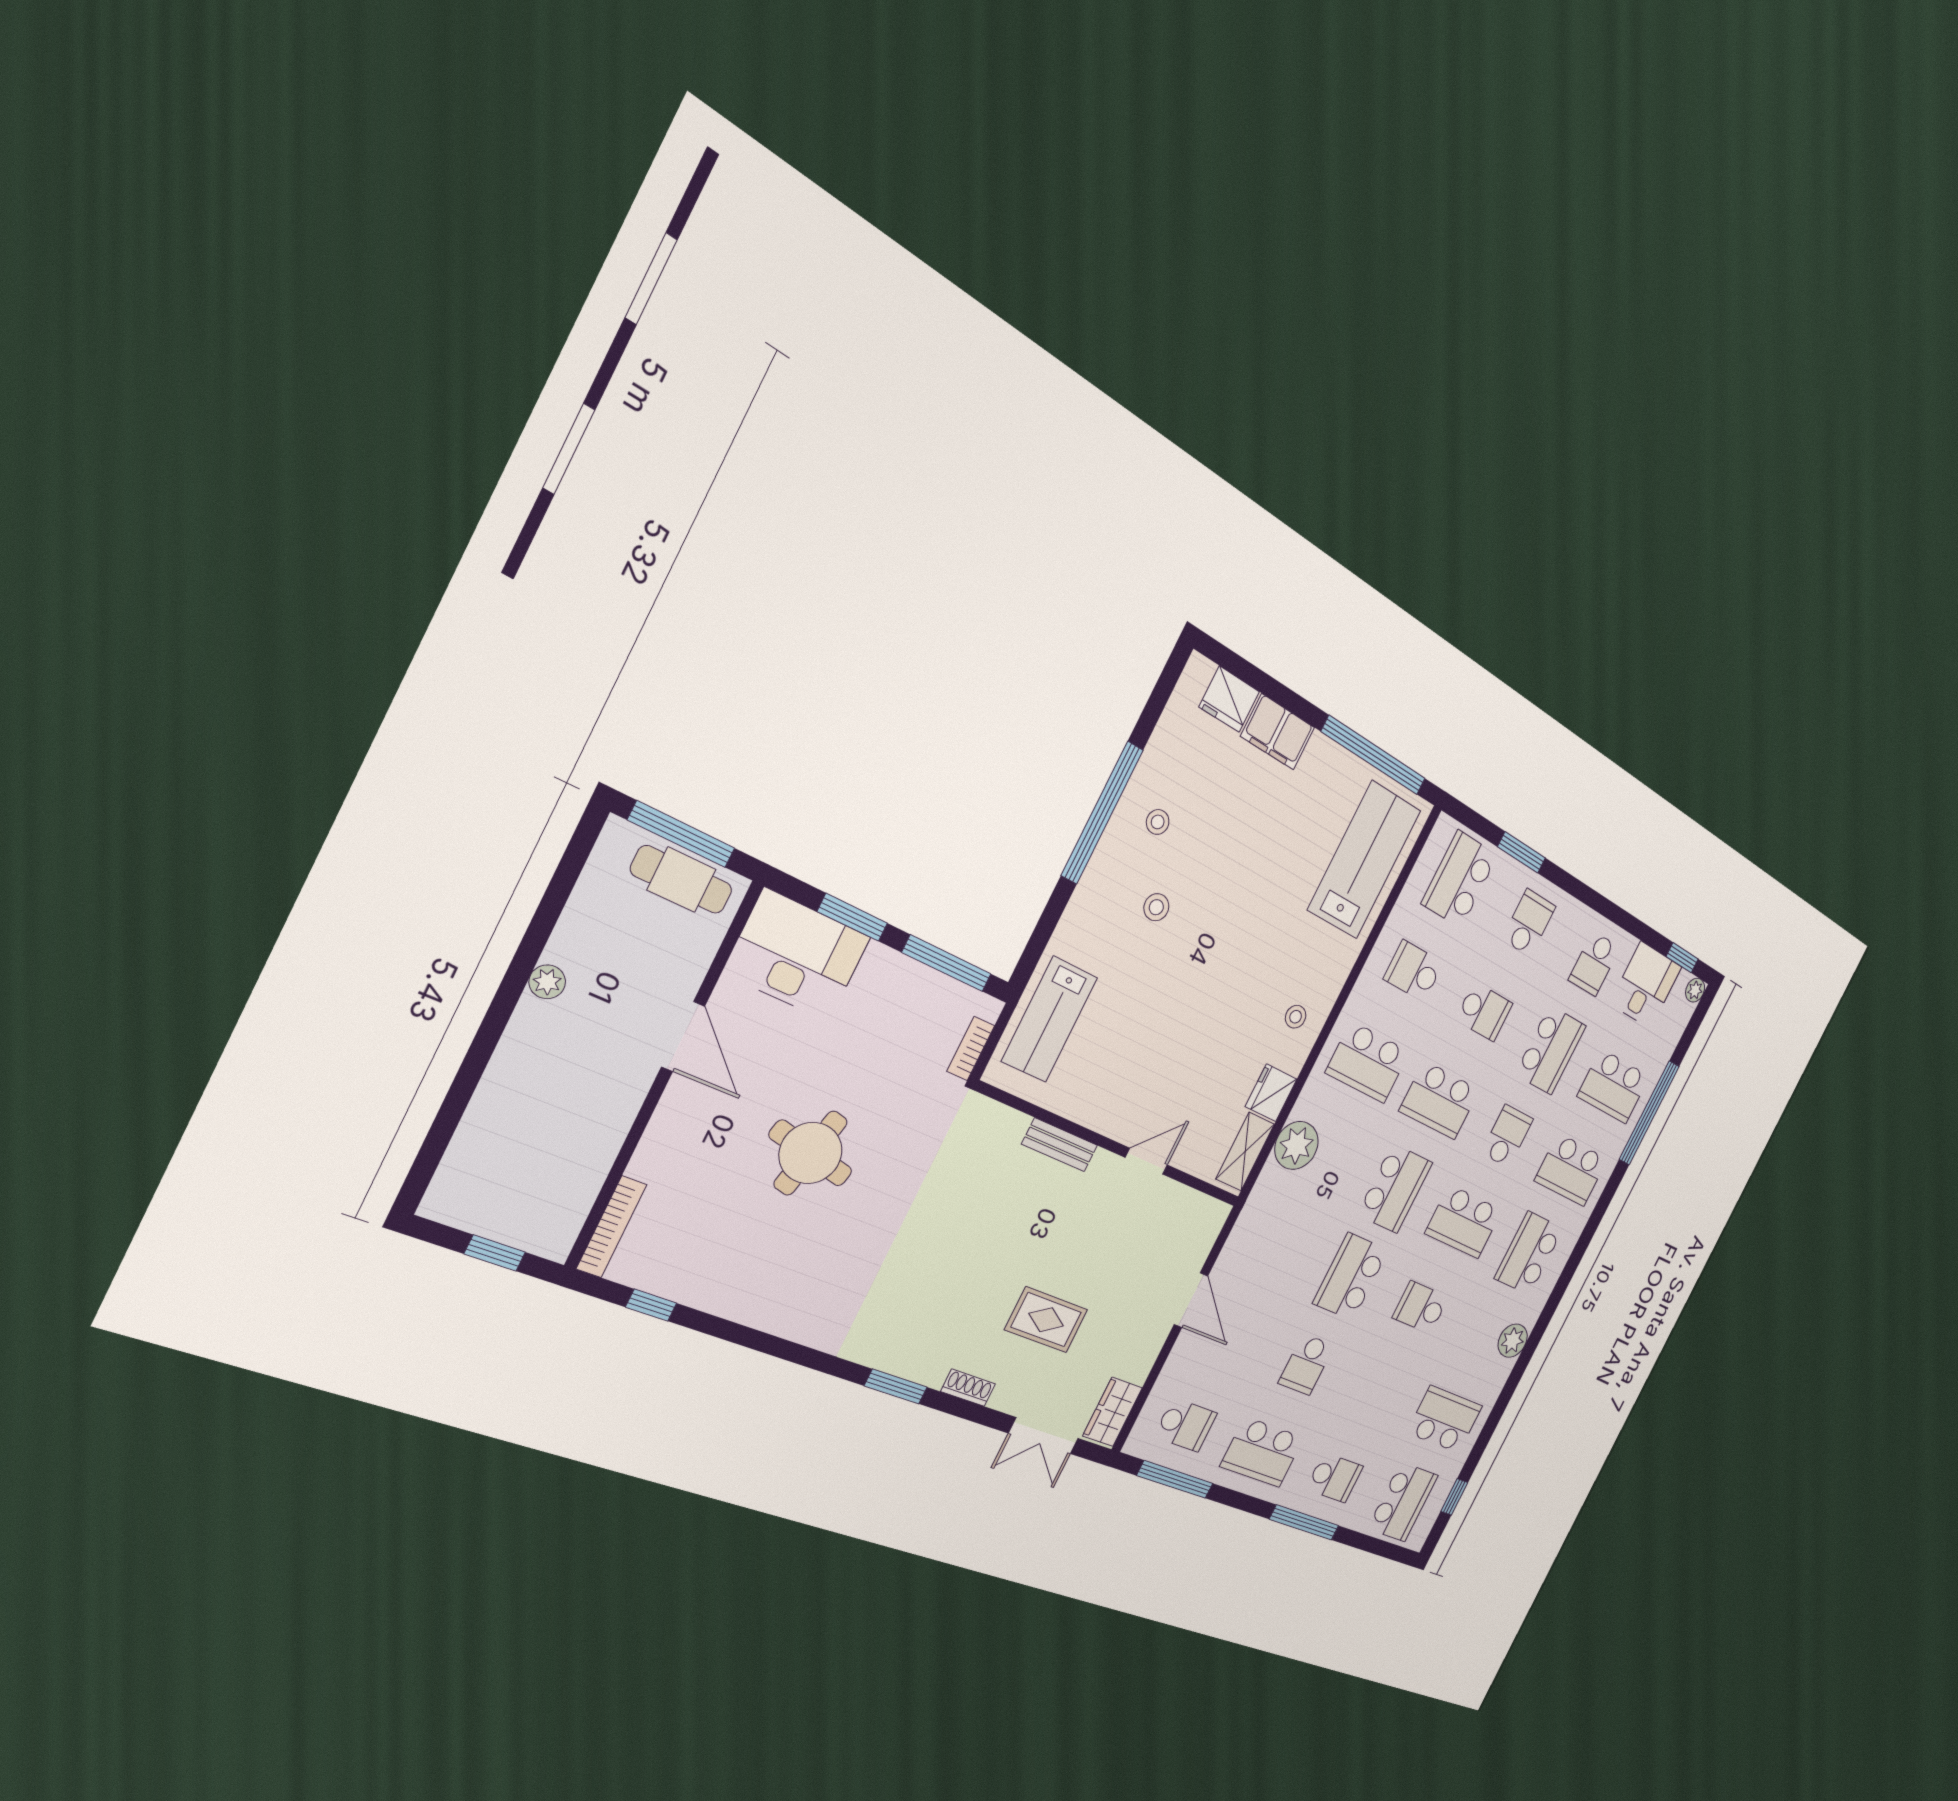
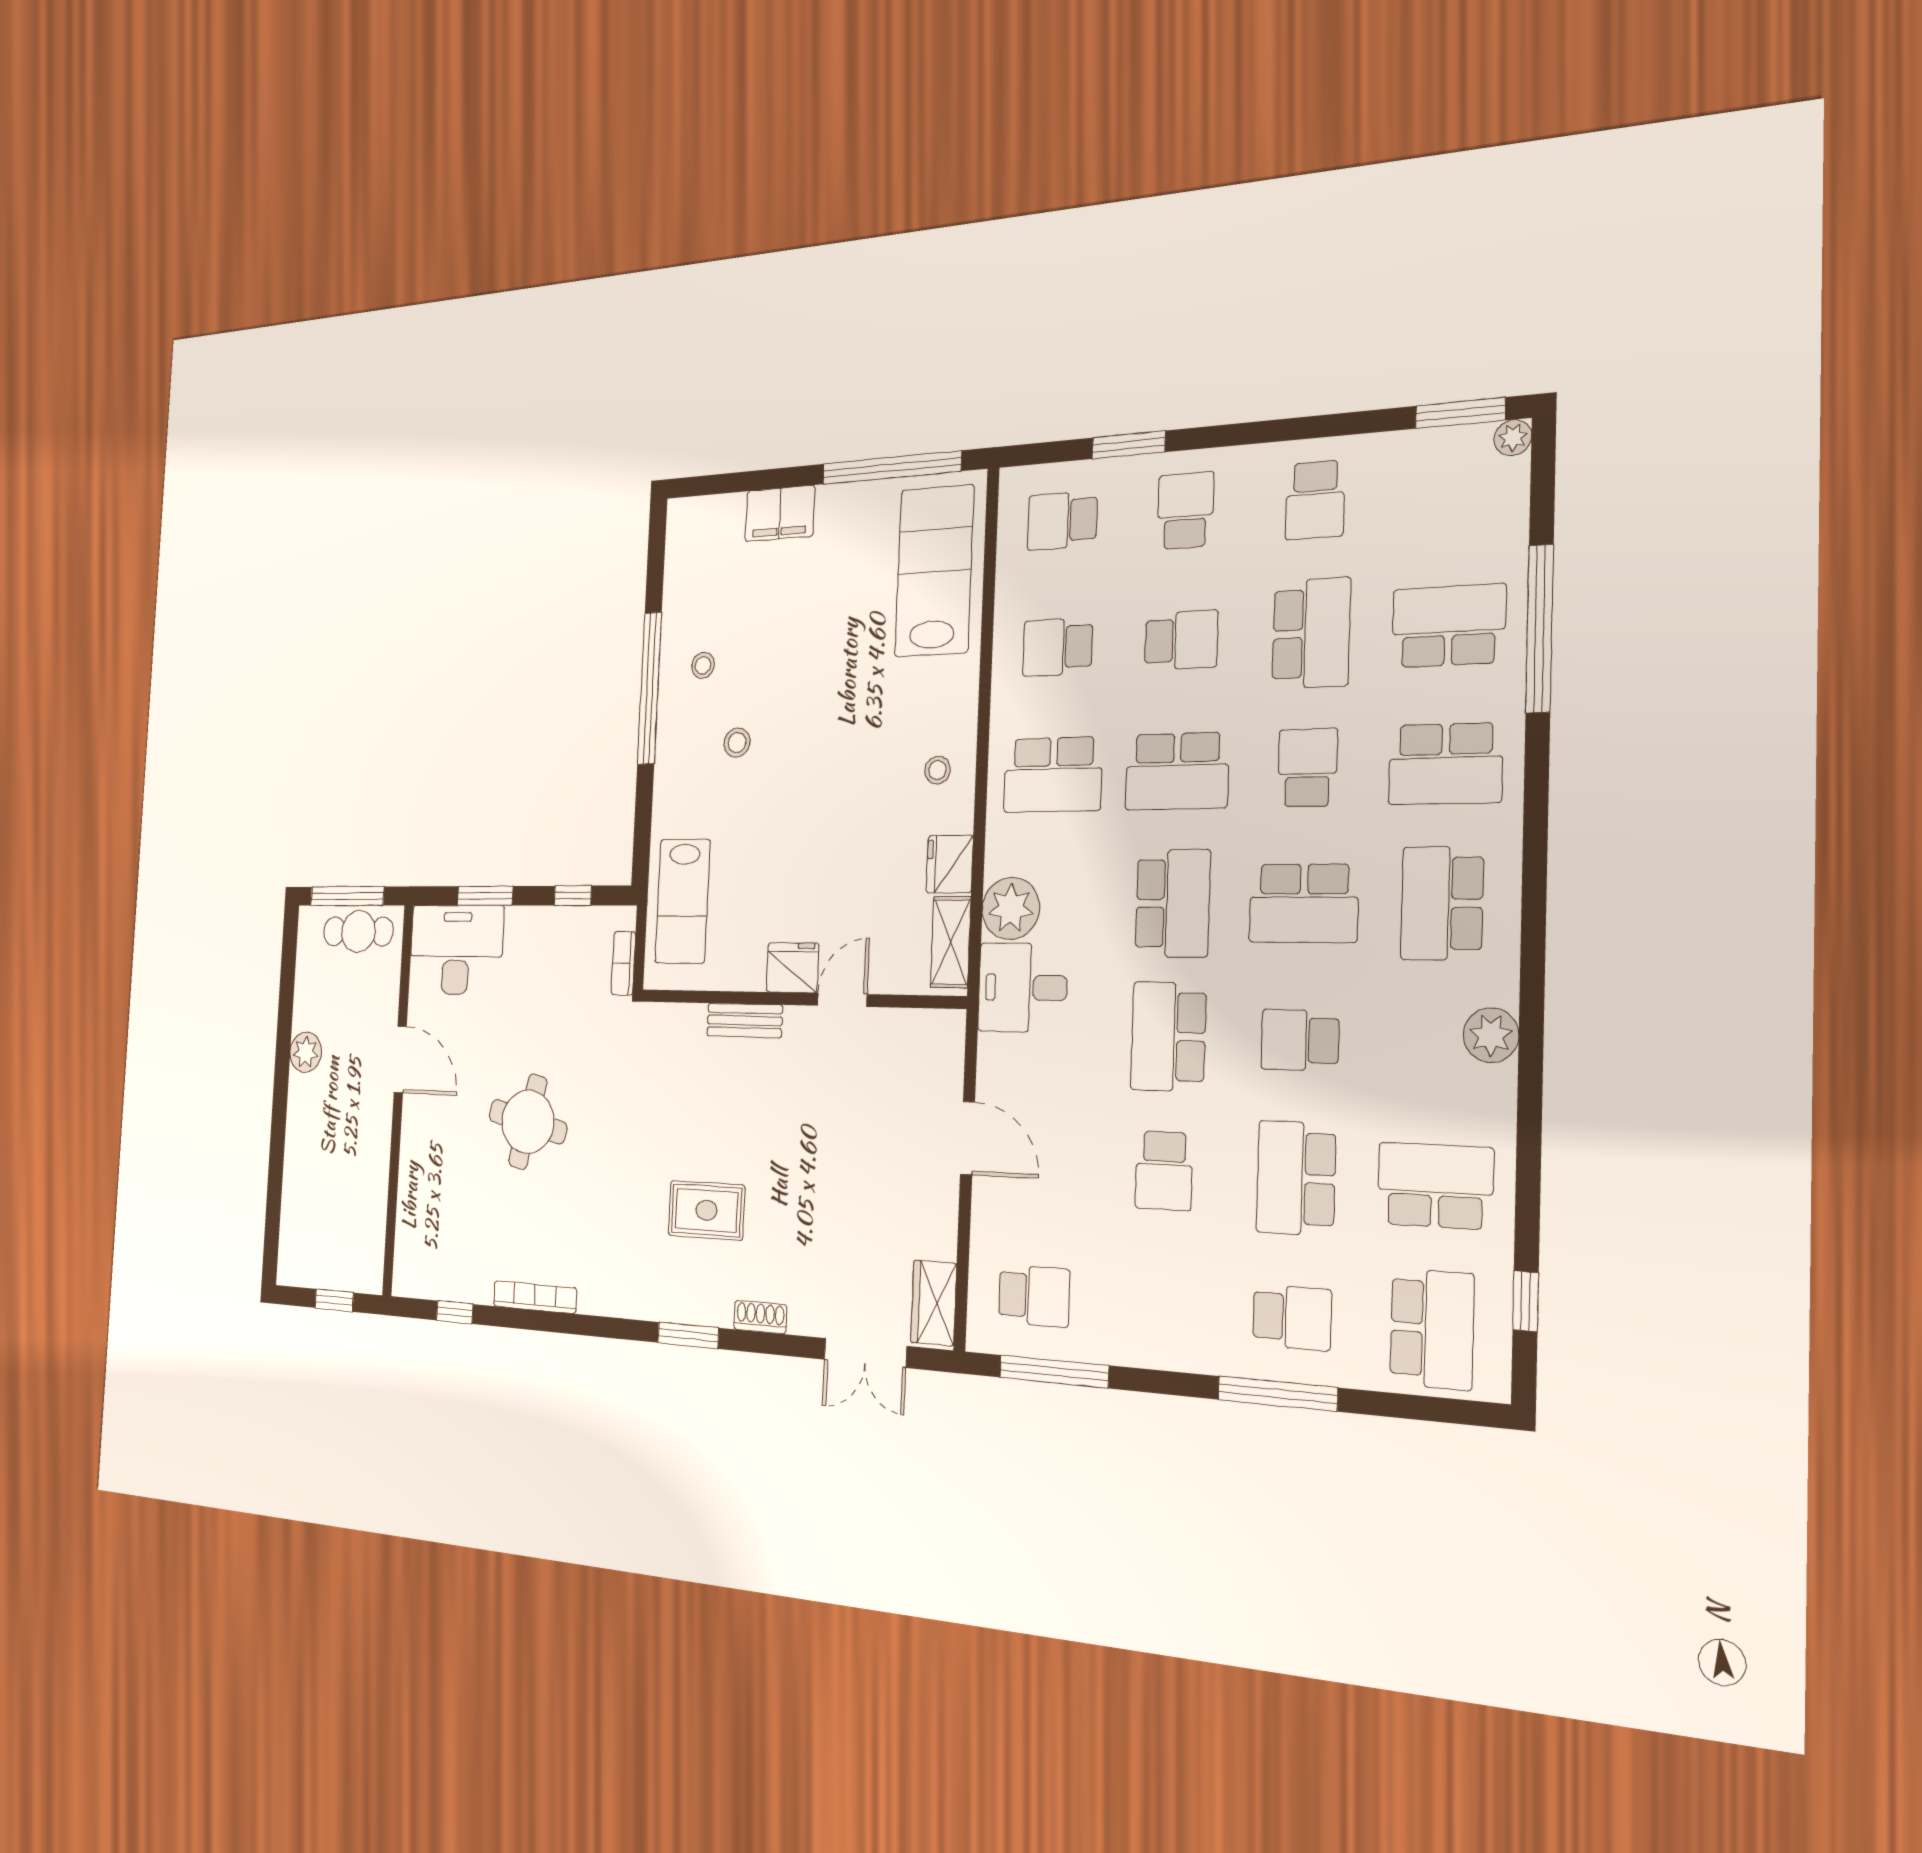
fridge: (1229, 699) -> (793, 968), moved, turned 180
school desk: (1460, 879) -> (1062, 521), width x0.54
window: (1682, 958) -> (1460, 413), width x1.50
window: (947, 963) -> (573, 896), width x0.46
plant: (547, 982) -> (306, 1052), width x1.38, depth x1.38
desk: (1646, 985) -> (1023, 988), moved, turned -90
school desk: (1613, 1086) -> (1449, 626), turned 180
bookcase: (611, 1227) -> (535, 1297), moved, turned -90
rug: (1046, 1320) -> (706, 1210), moved
school desk: (1262, 1452) -> (1296, 1178), moved, turned 90

